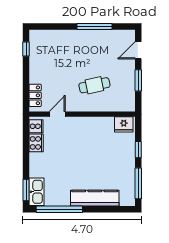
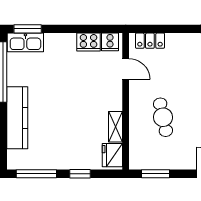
window: (138, 80) -> (155, 174), moved
shelving: (102, 122) -> (116, 127), added

